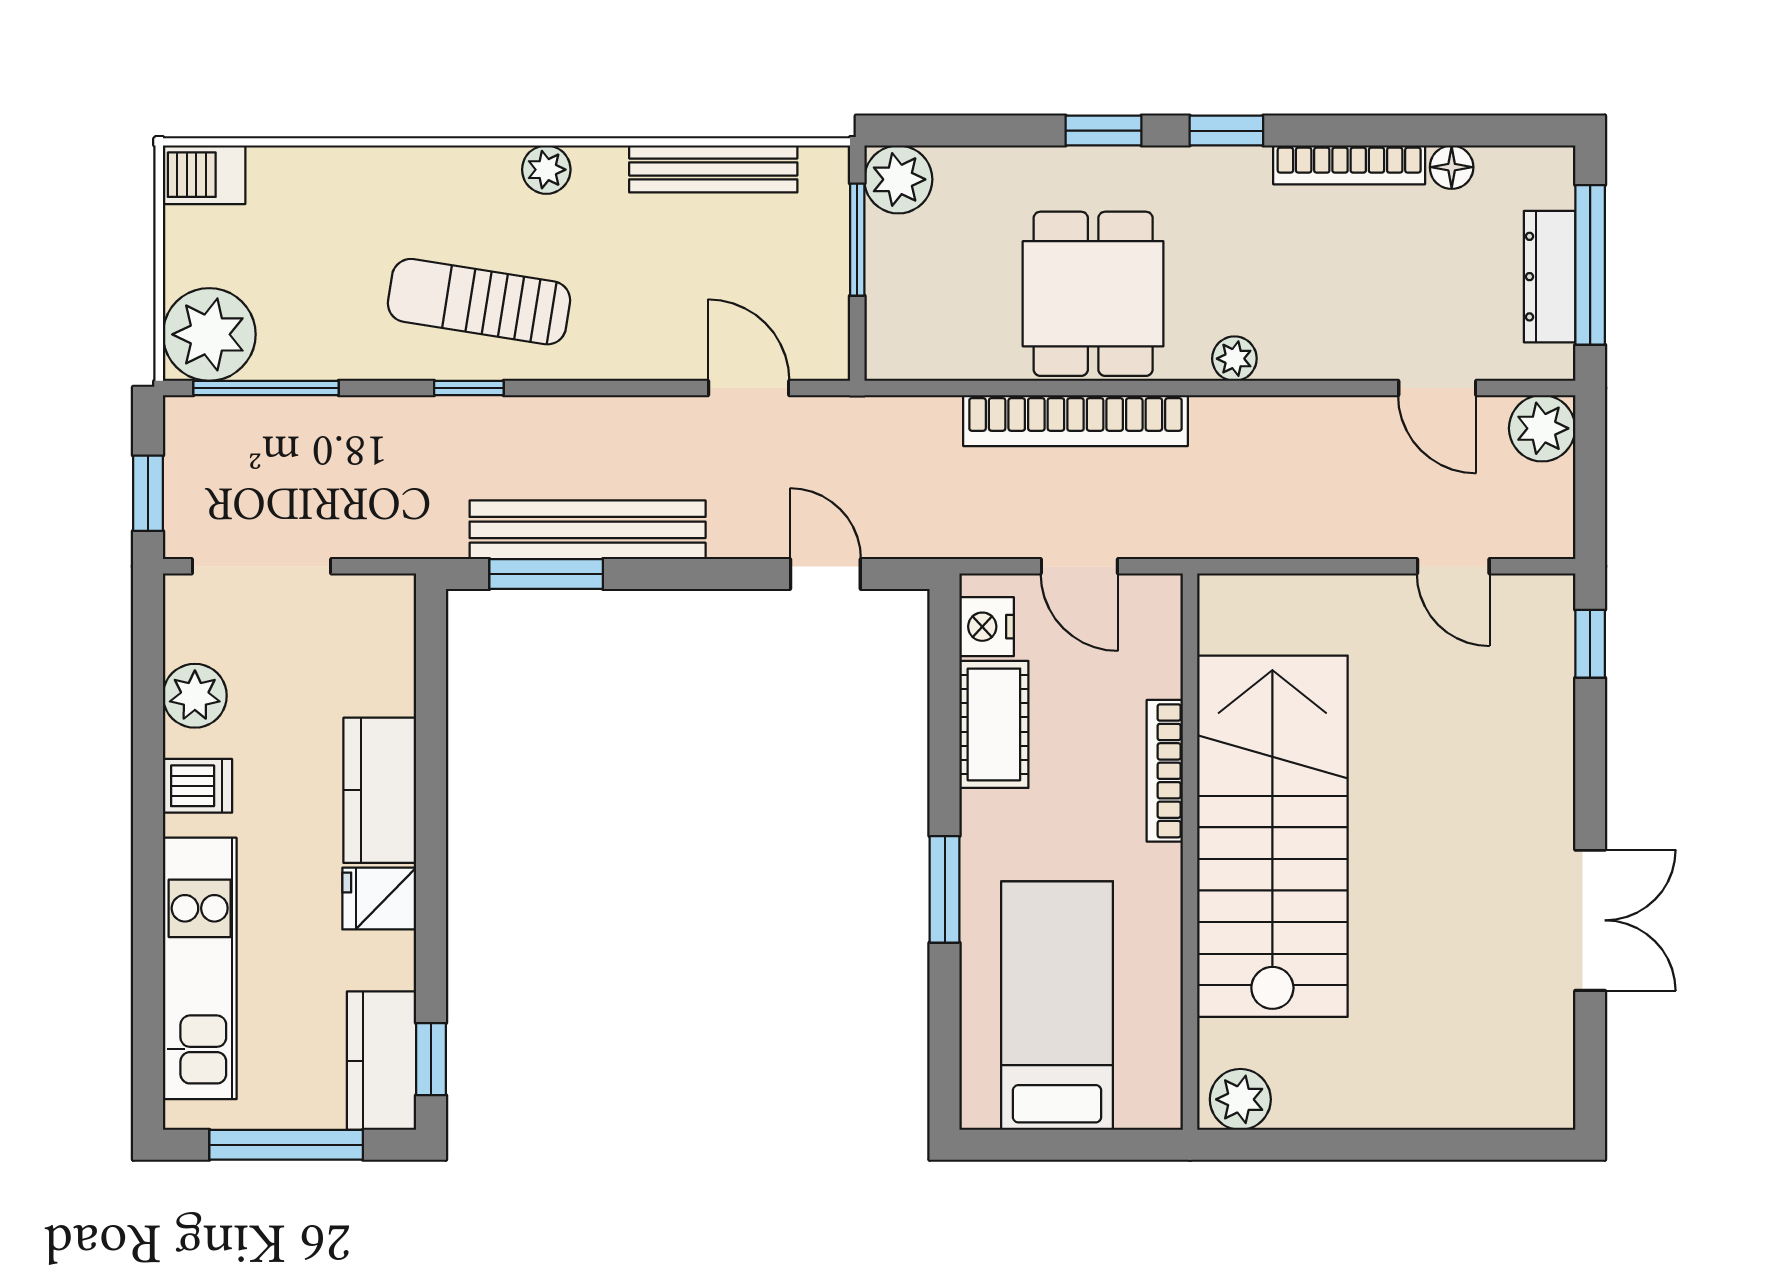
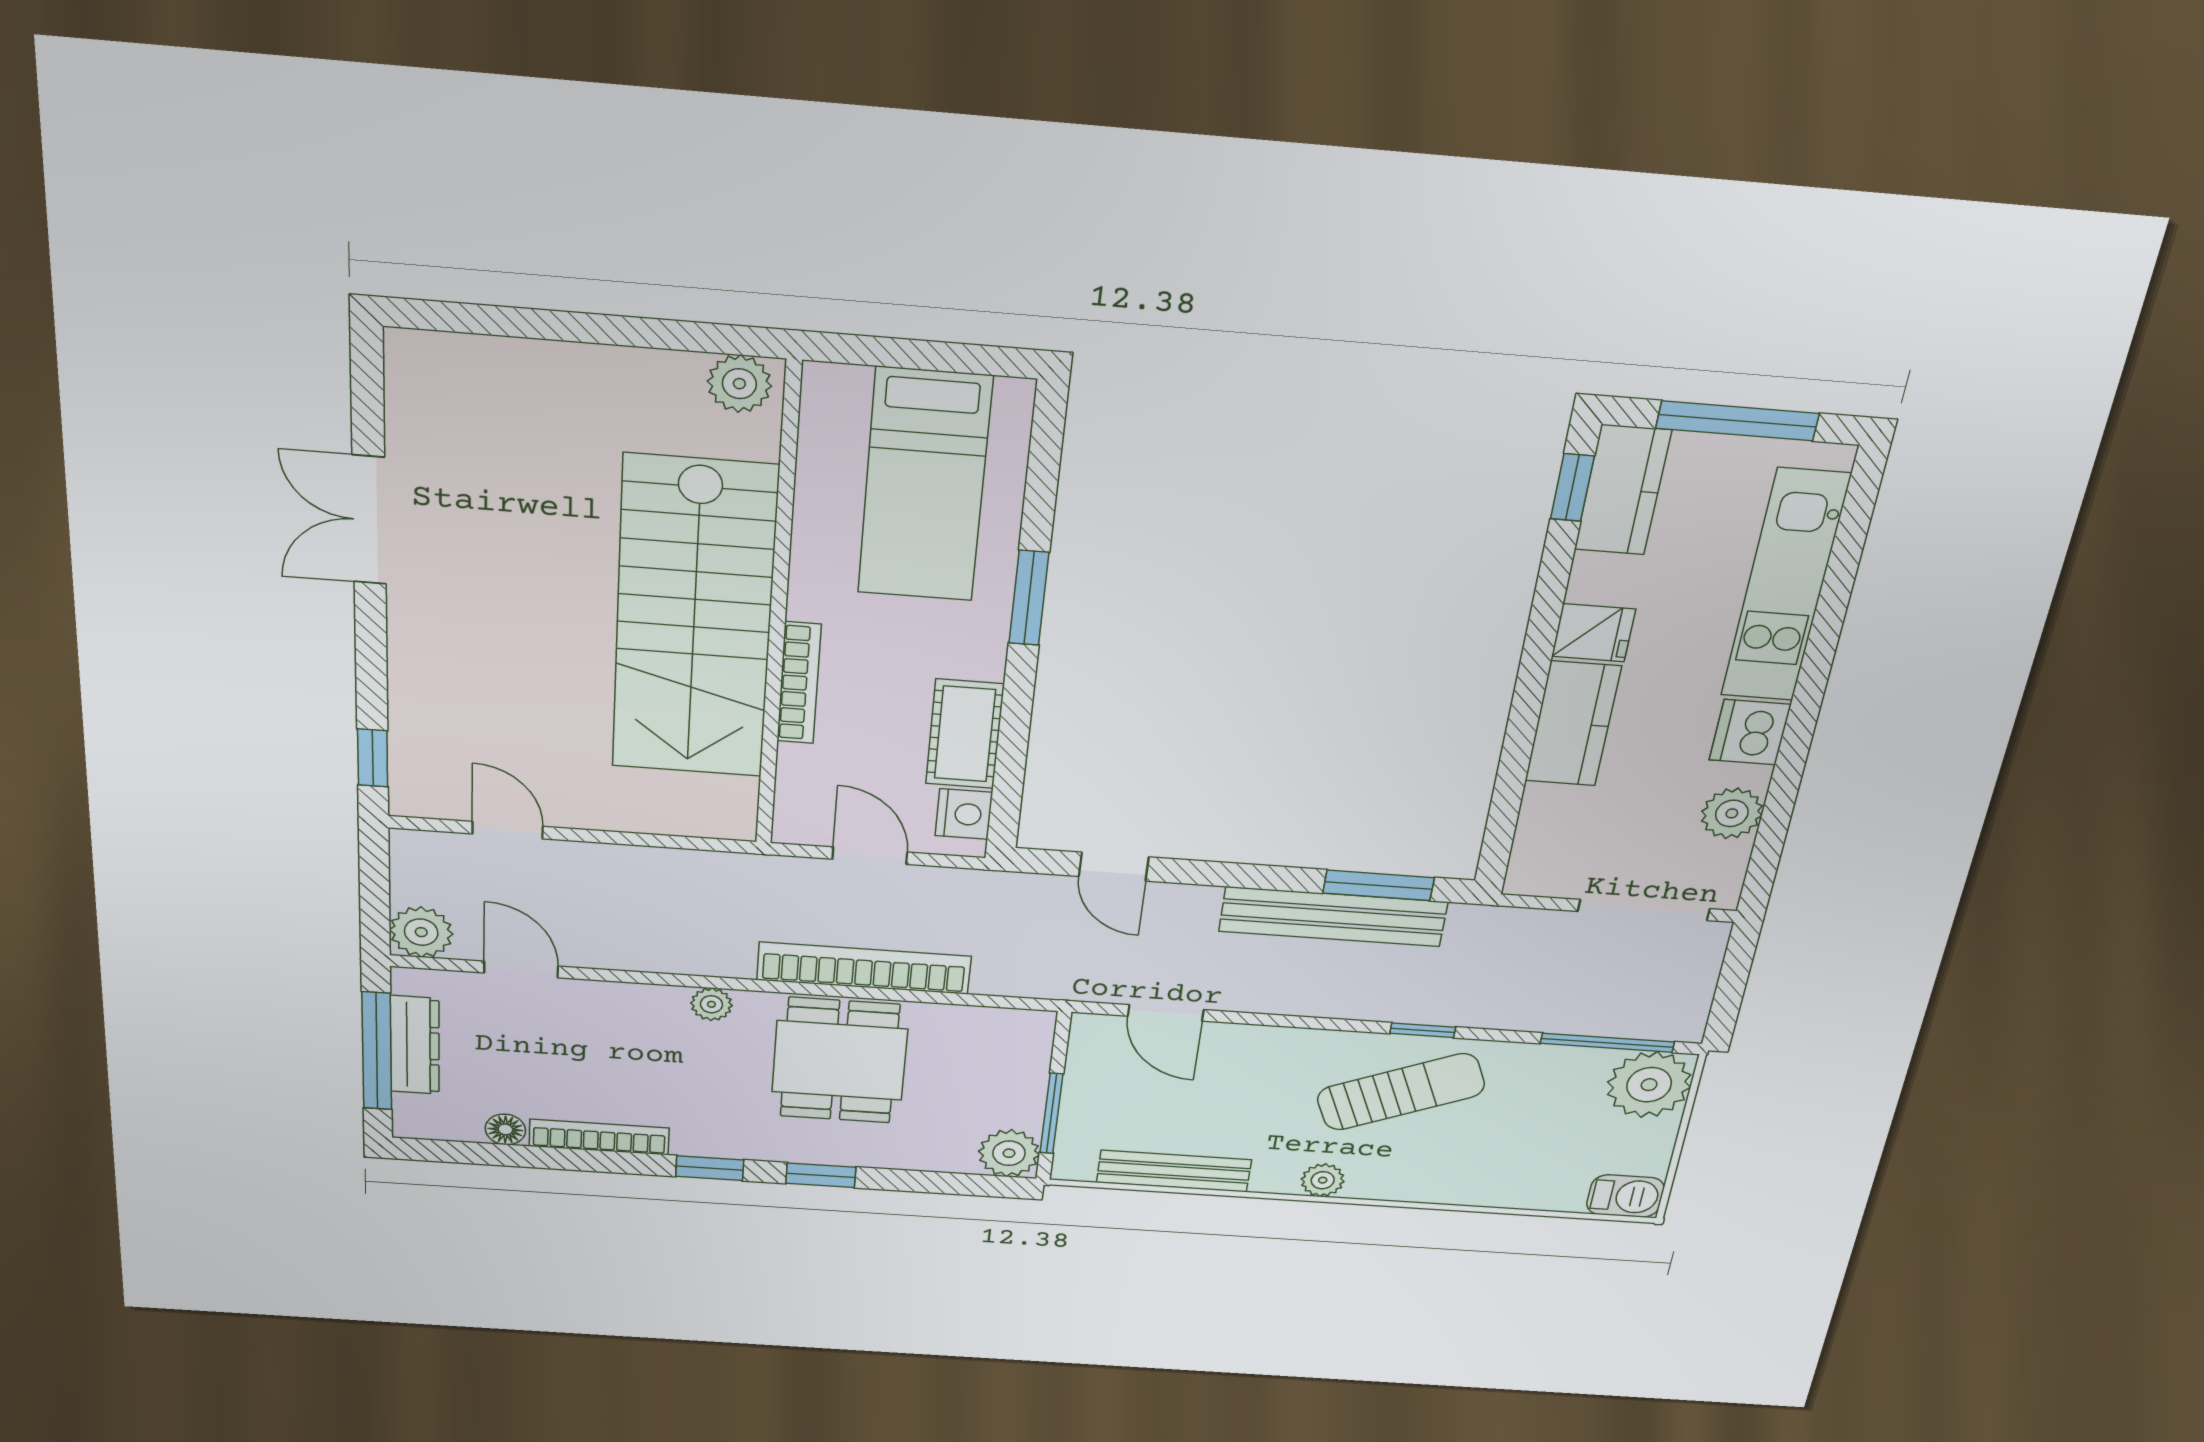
sun lounger: (479, 302) -> (1401, 1092), turned -32
window: (148, 493) -> (1735, 973), removed
dishwasher: (197, 786) -> (1750, 732), width x1.38

